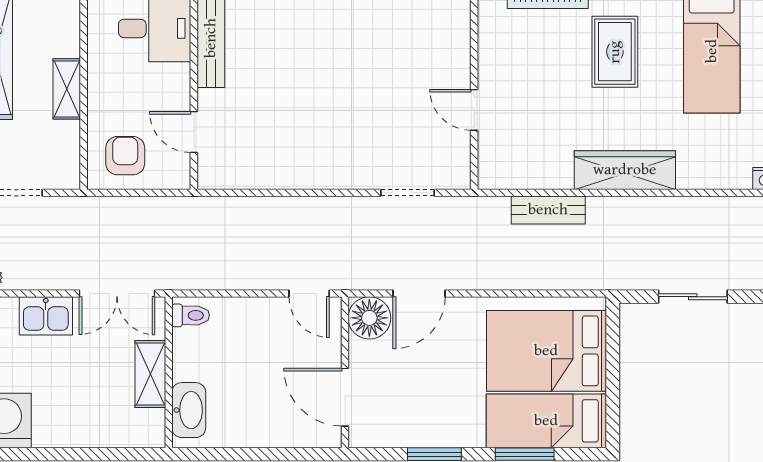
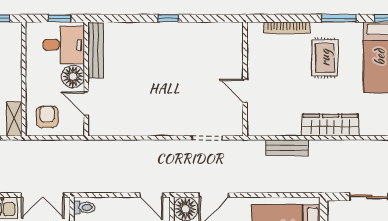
floor lamp: (171, 84) -> (73, 76), added
shelving: (67, 89) -> (14, 119), moved

